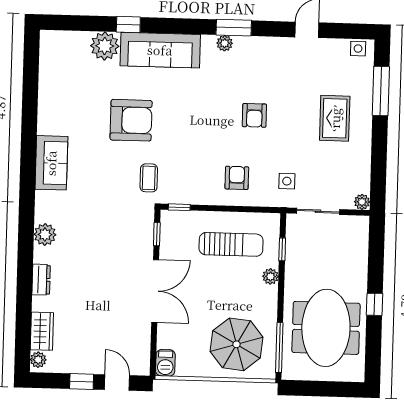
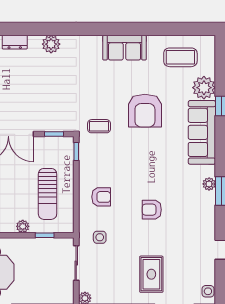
coffee table: (66, 74) -> (180, 57), added
rug: (335, 118) -> (151, 274), turned 90
sofa: (51, 163) -> (124, 48), moved

